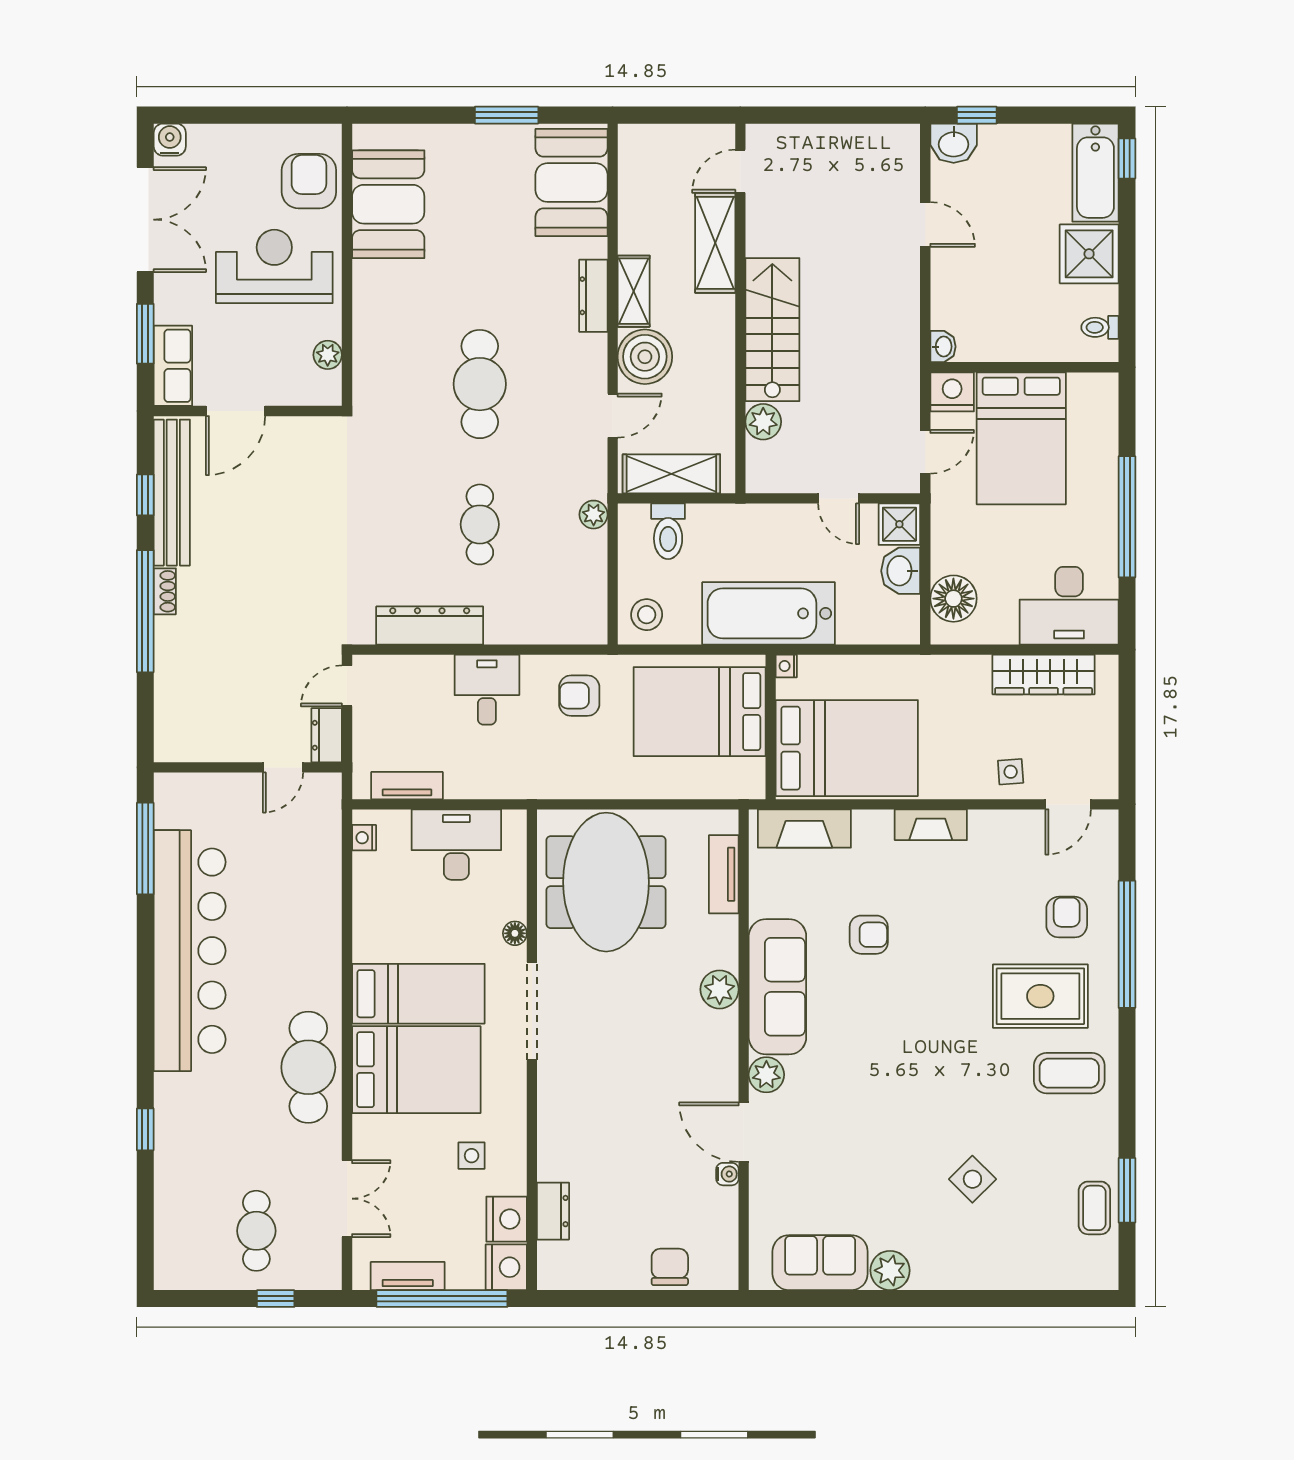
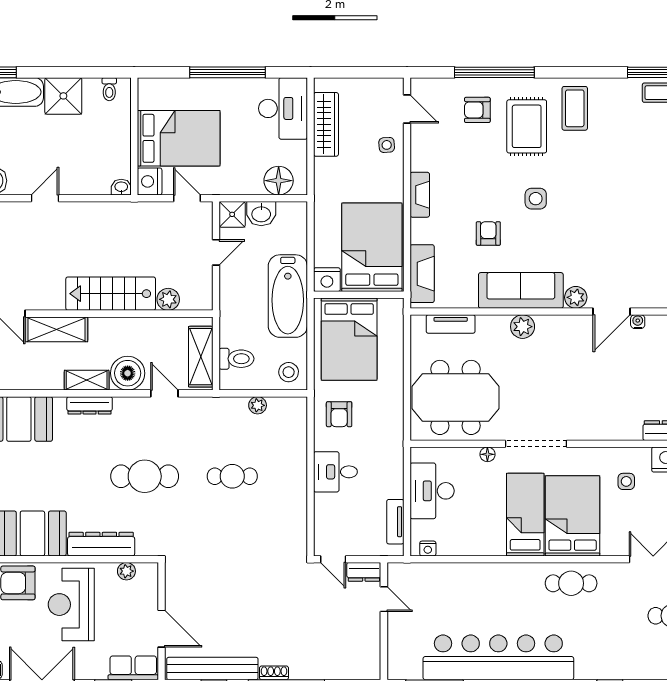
plant: (594, 515) -> (258, 405), moved
dresser: (430, 626) -> (101, 544), moved, turned 90
nightstand: (786, 666) -> (327, 280), width x1.89, depth x1.79
cafe table: (308, 1067) -> (571, 583), width x0.73, depth x0.74
side table: (972, 1179) -> (536, 199), moved, turned 45

